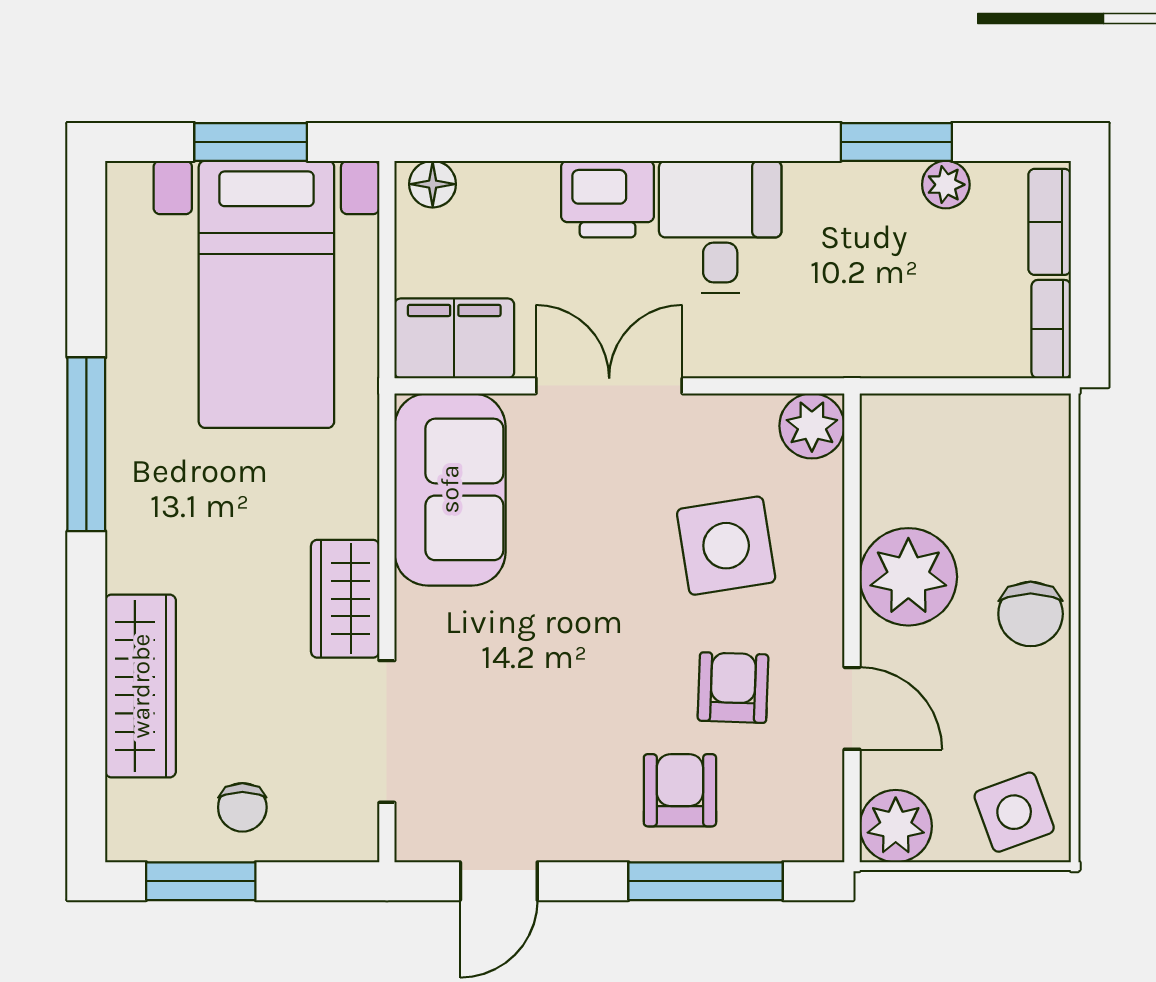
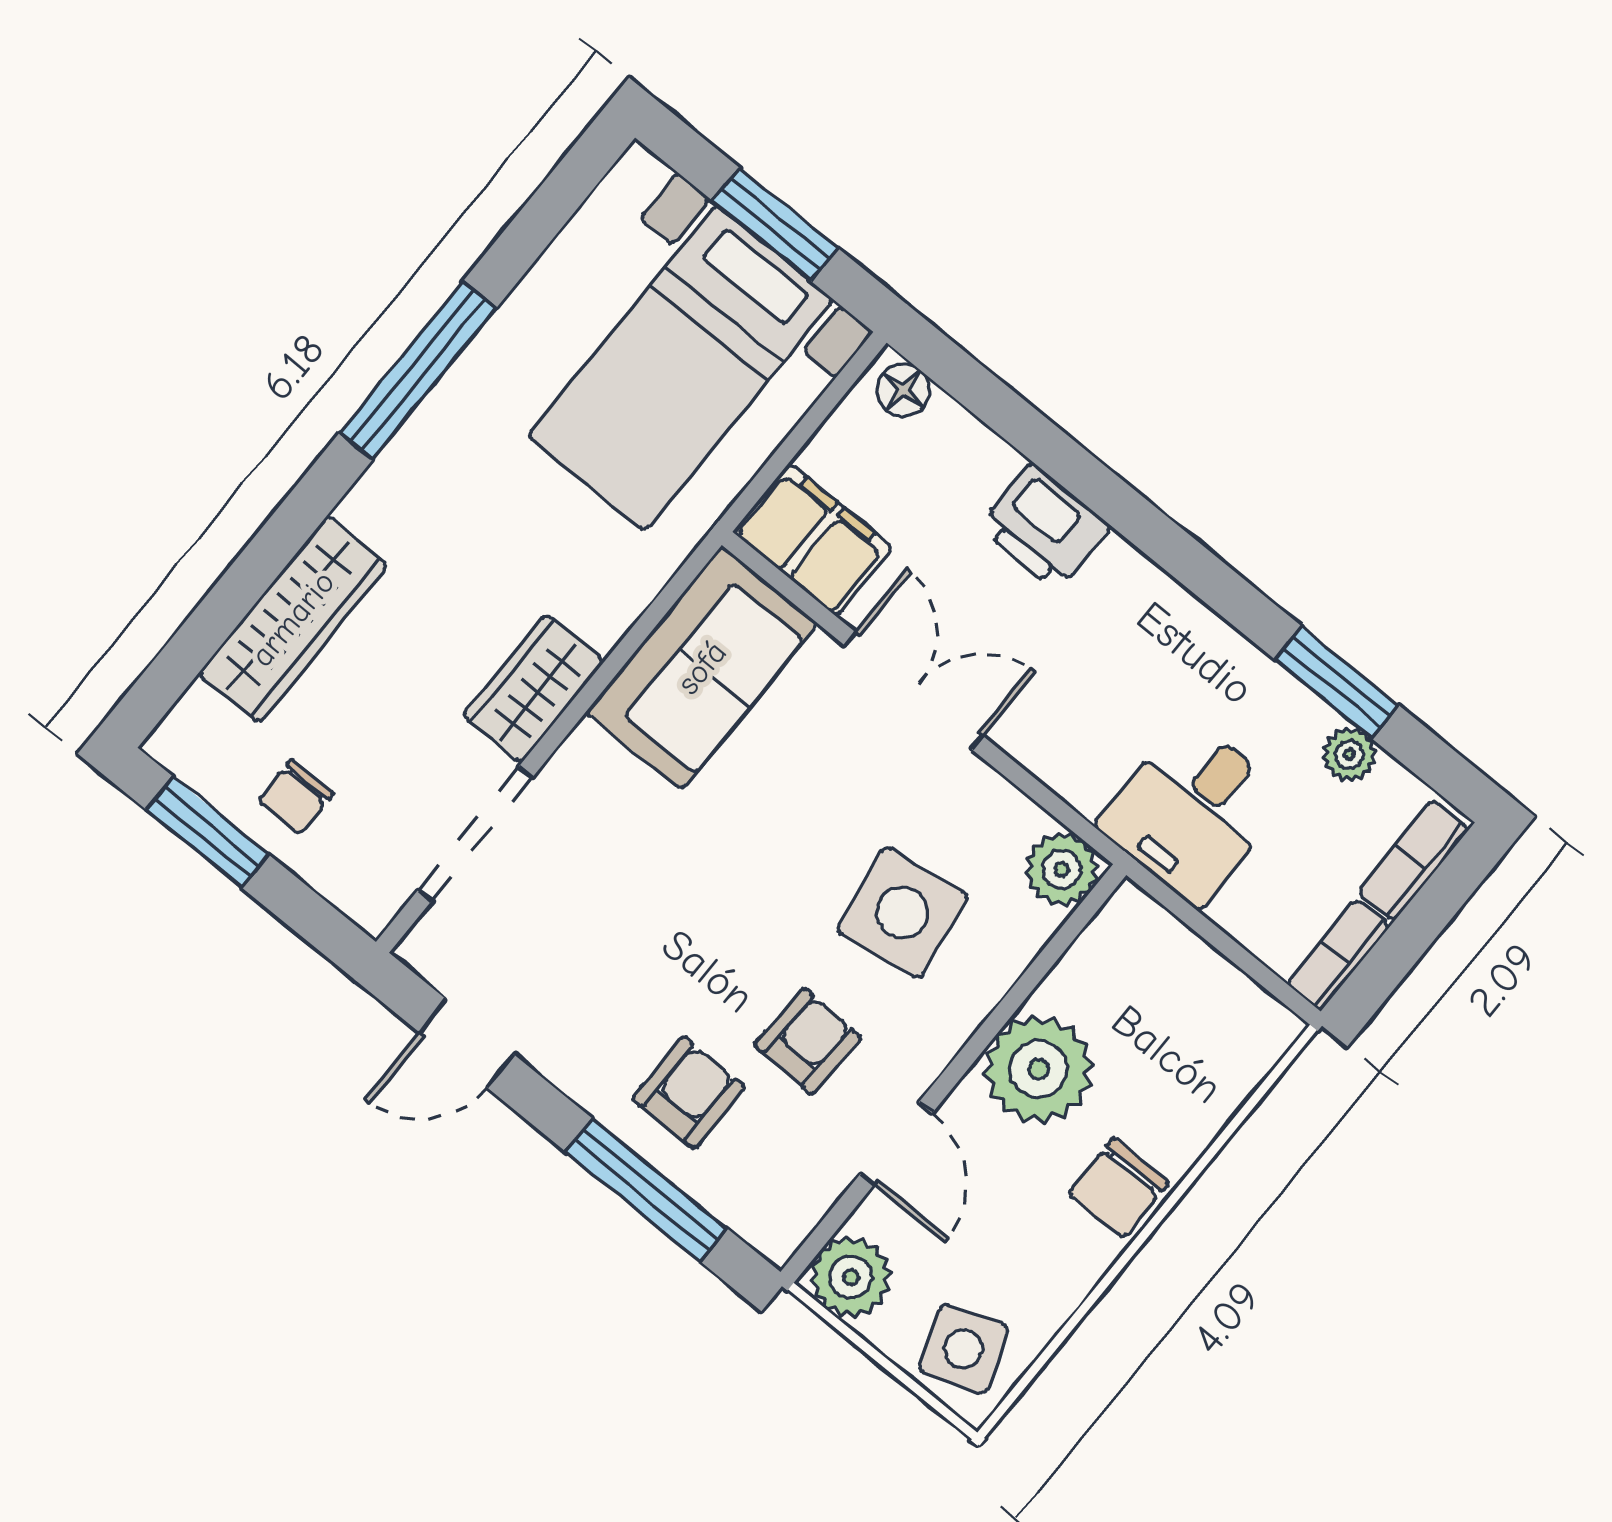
desk: (720, 227) -> (1193, 812), moved, turned 180

